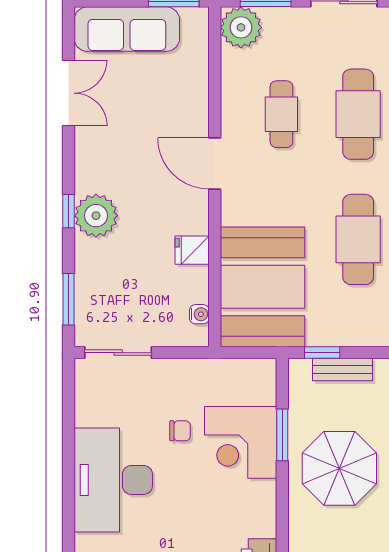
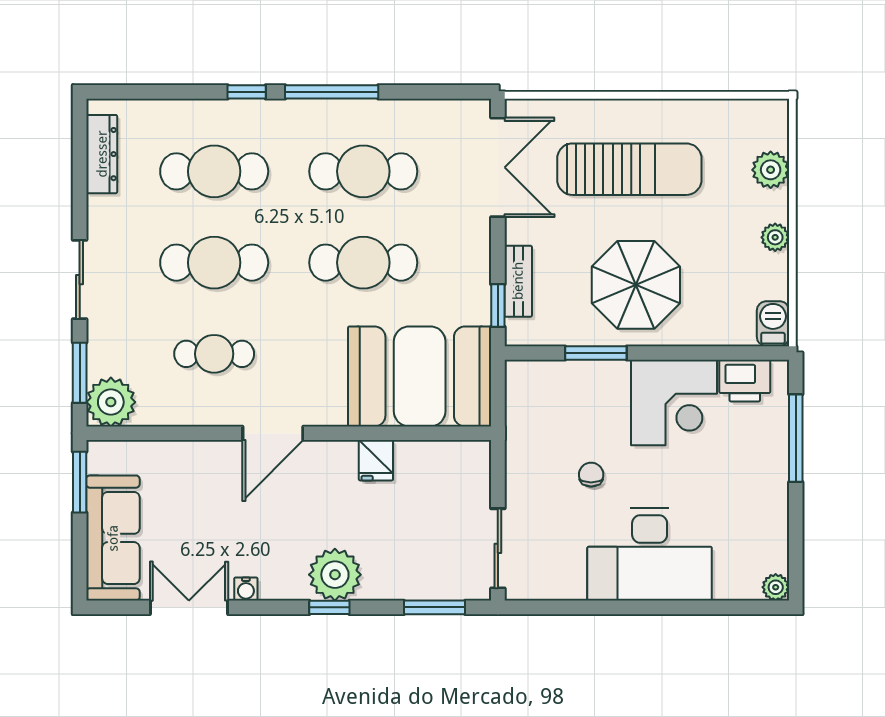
water cooler: (199, 314) -> (246, 589), moved, turned 180
corner desk: (241, 442) -> (674, 402), moved

